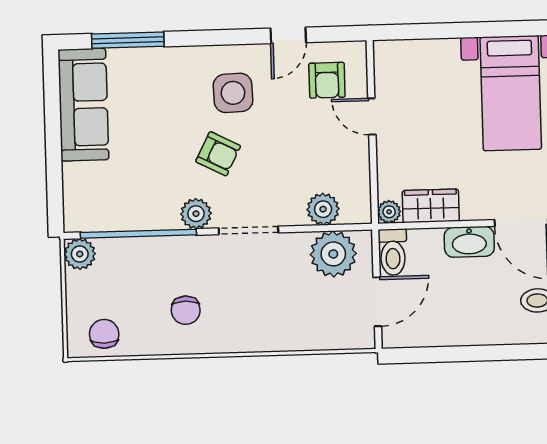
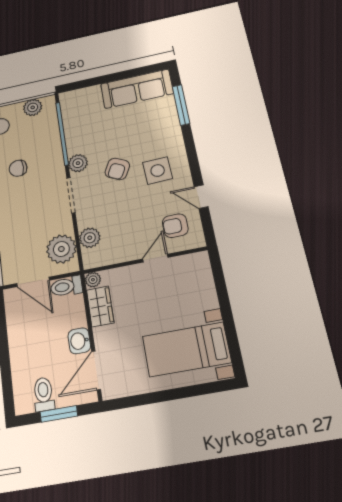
washbasin: (469, 242) -> (79, 341), width x0.72
plant: (80, 254) -> (33, 107), moved

